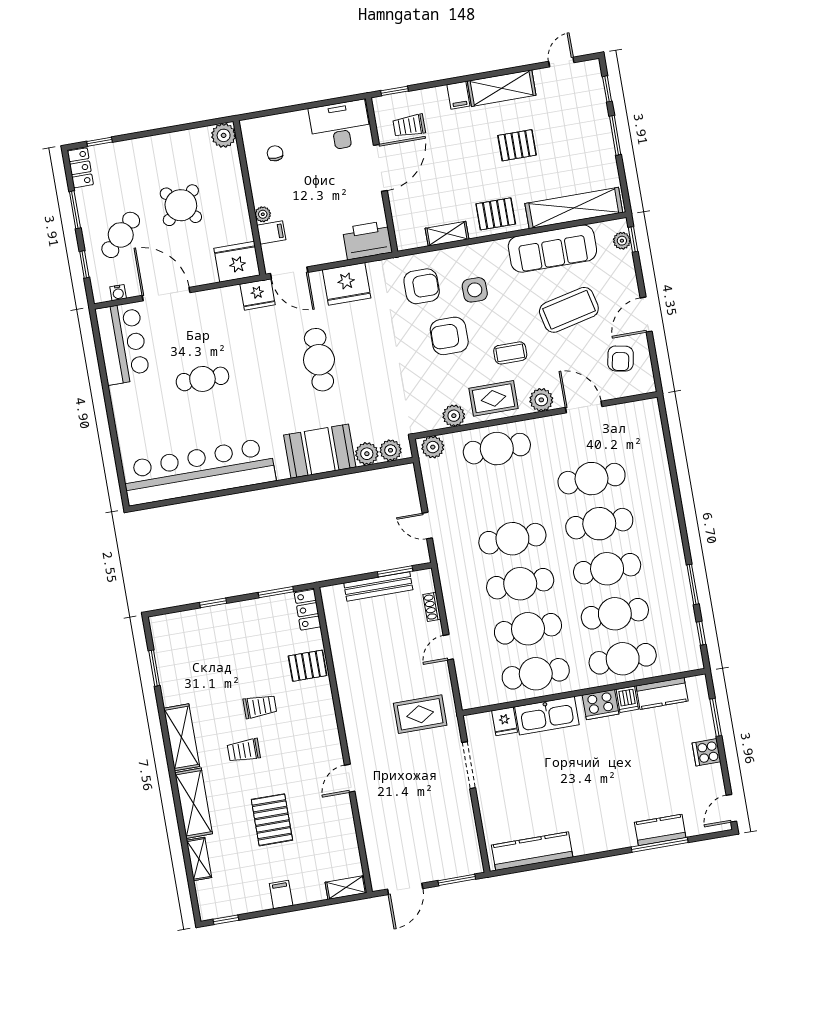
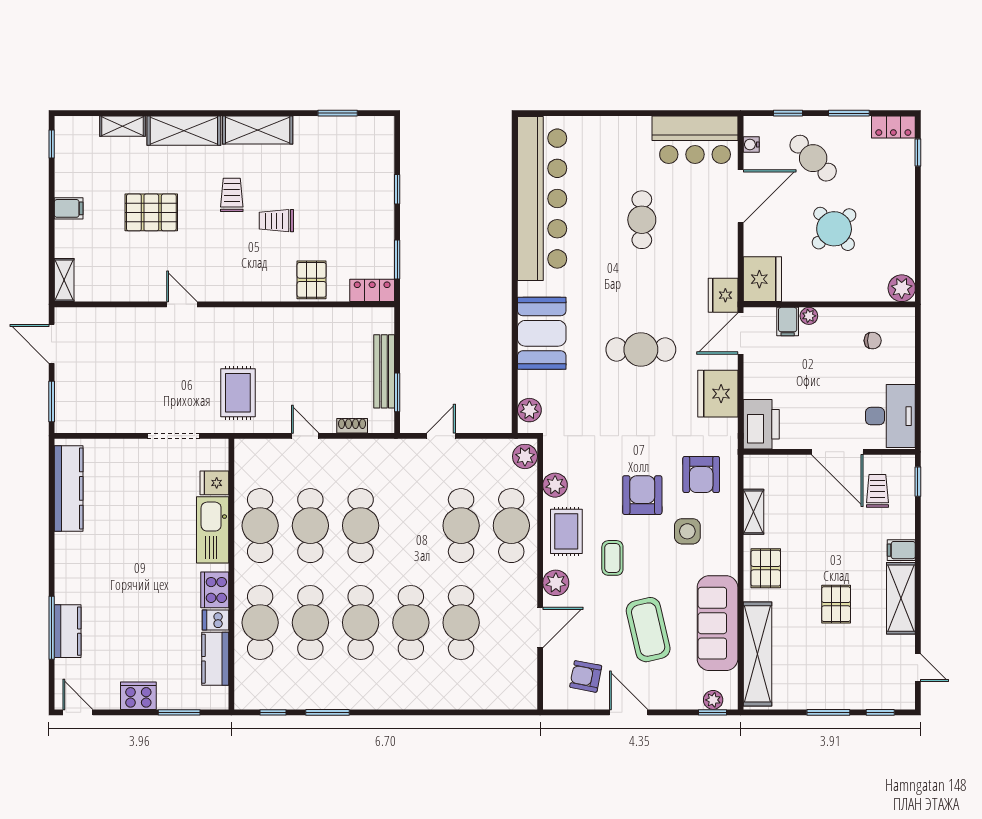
plant: (367, 454) -> (530, 384), removed
cafe table: (512, 539) -> (461, 526), moved
trolley: (260, 706) -> (276, 221), turned 90
cooker: (706, 752) -> (138, 696), width x1.36

